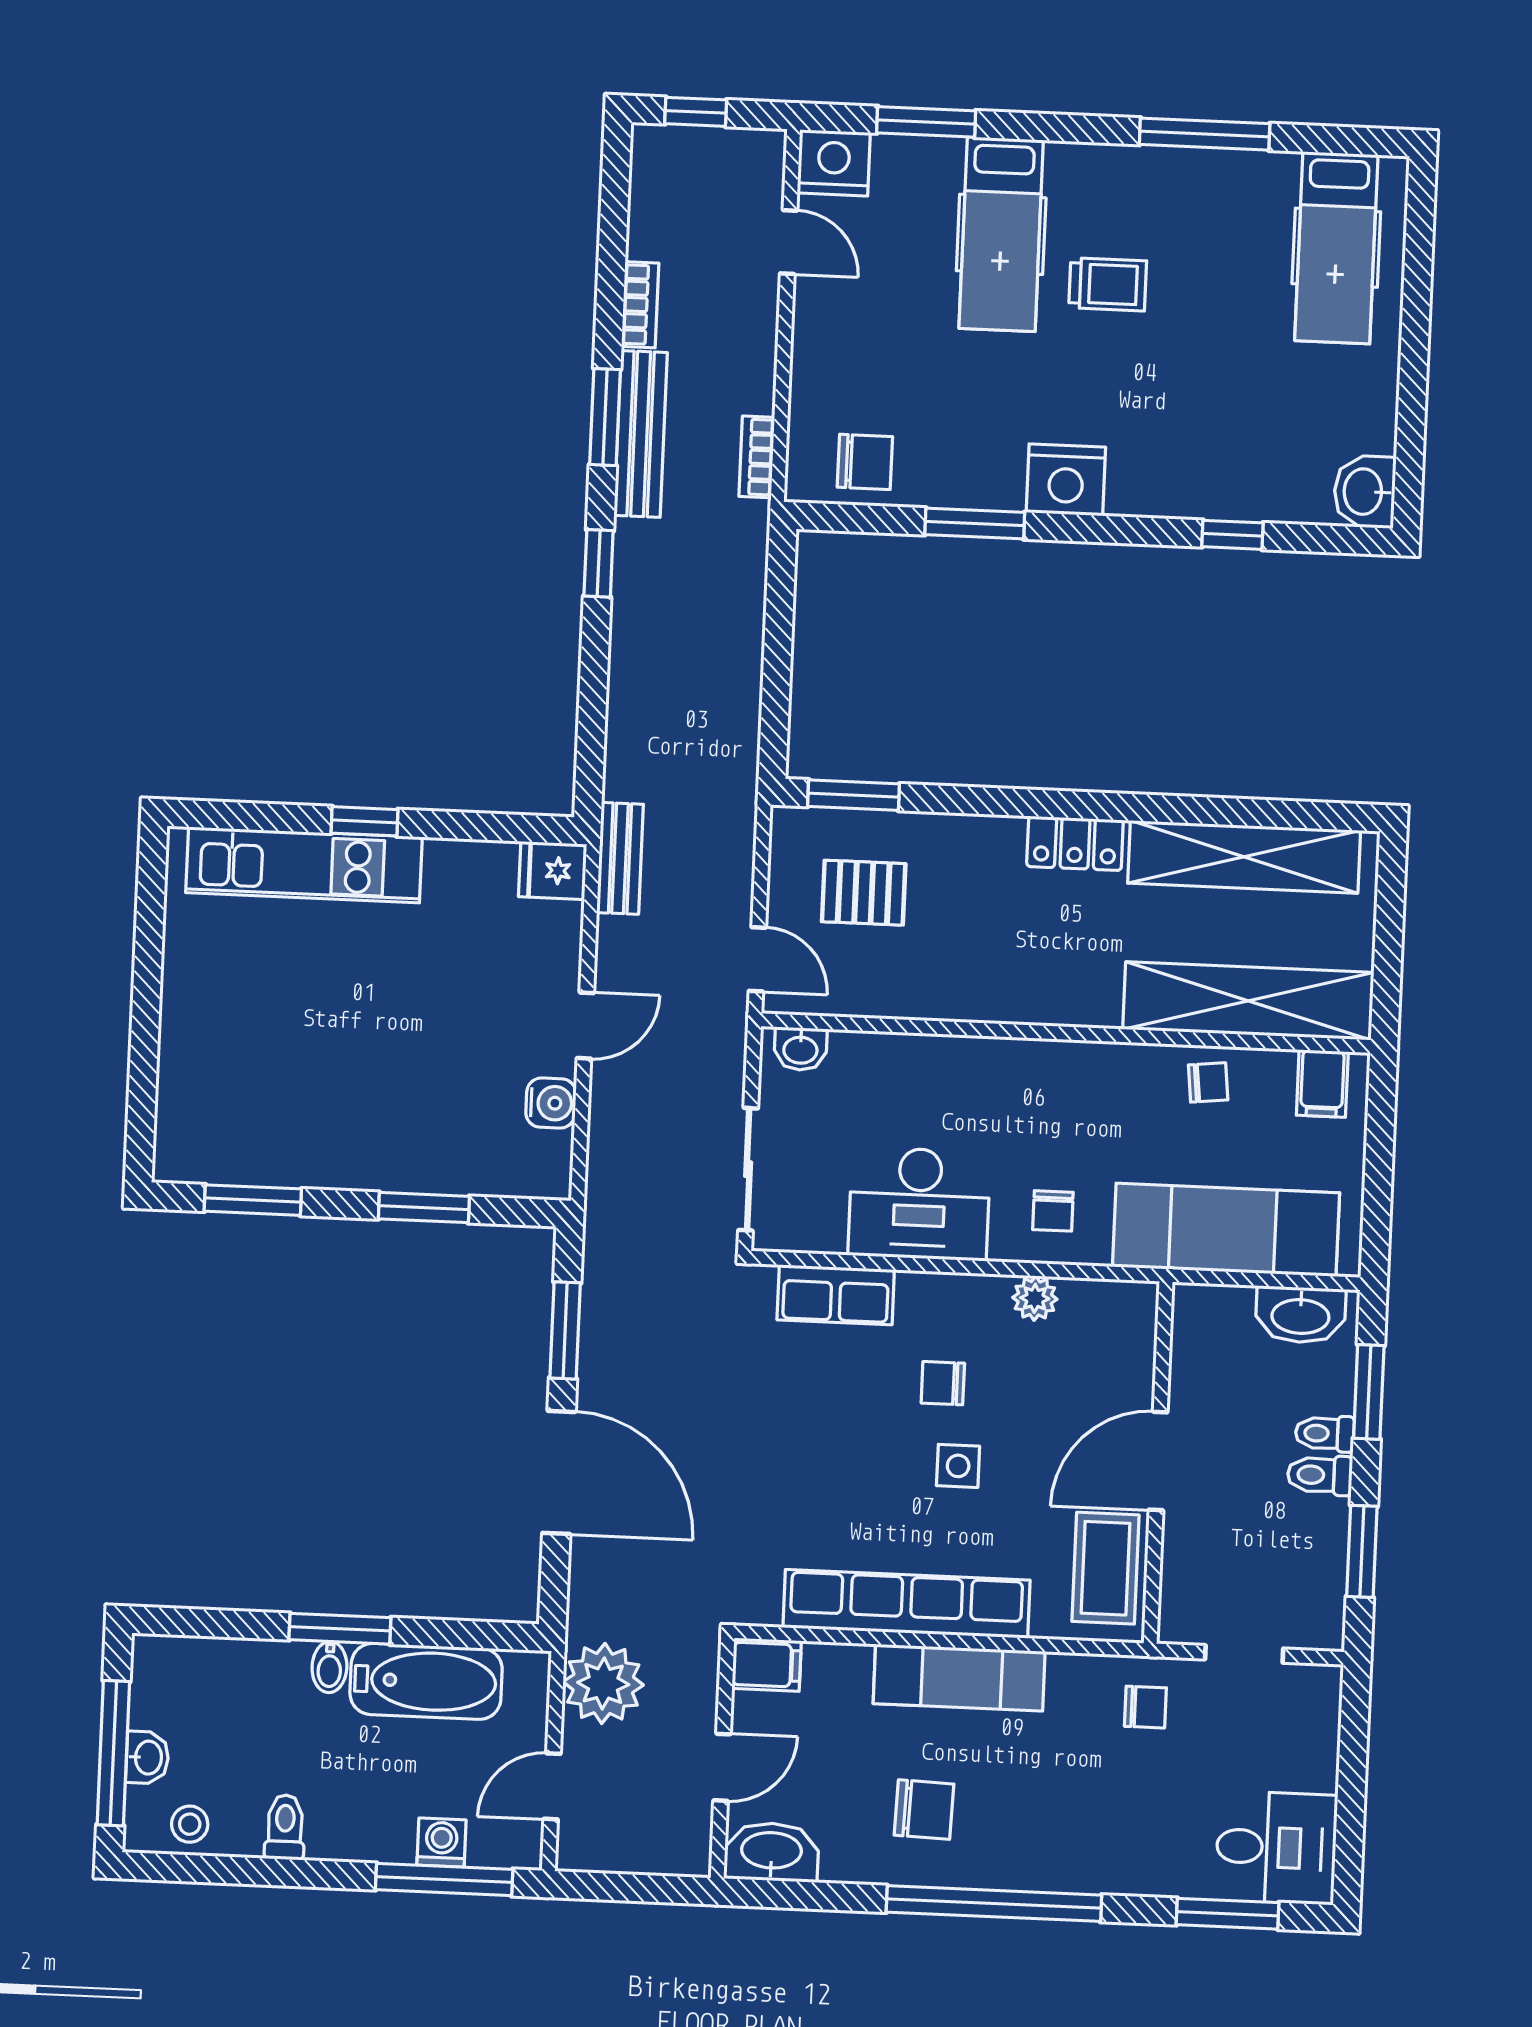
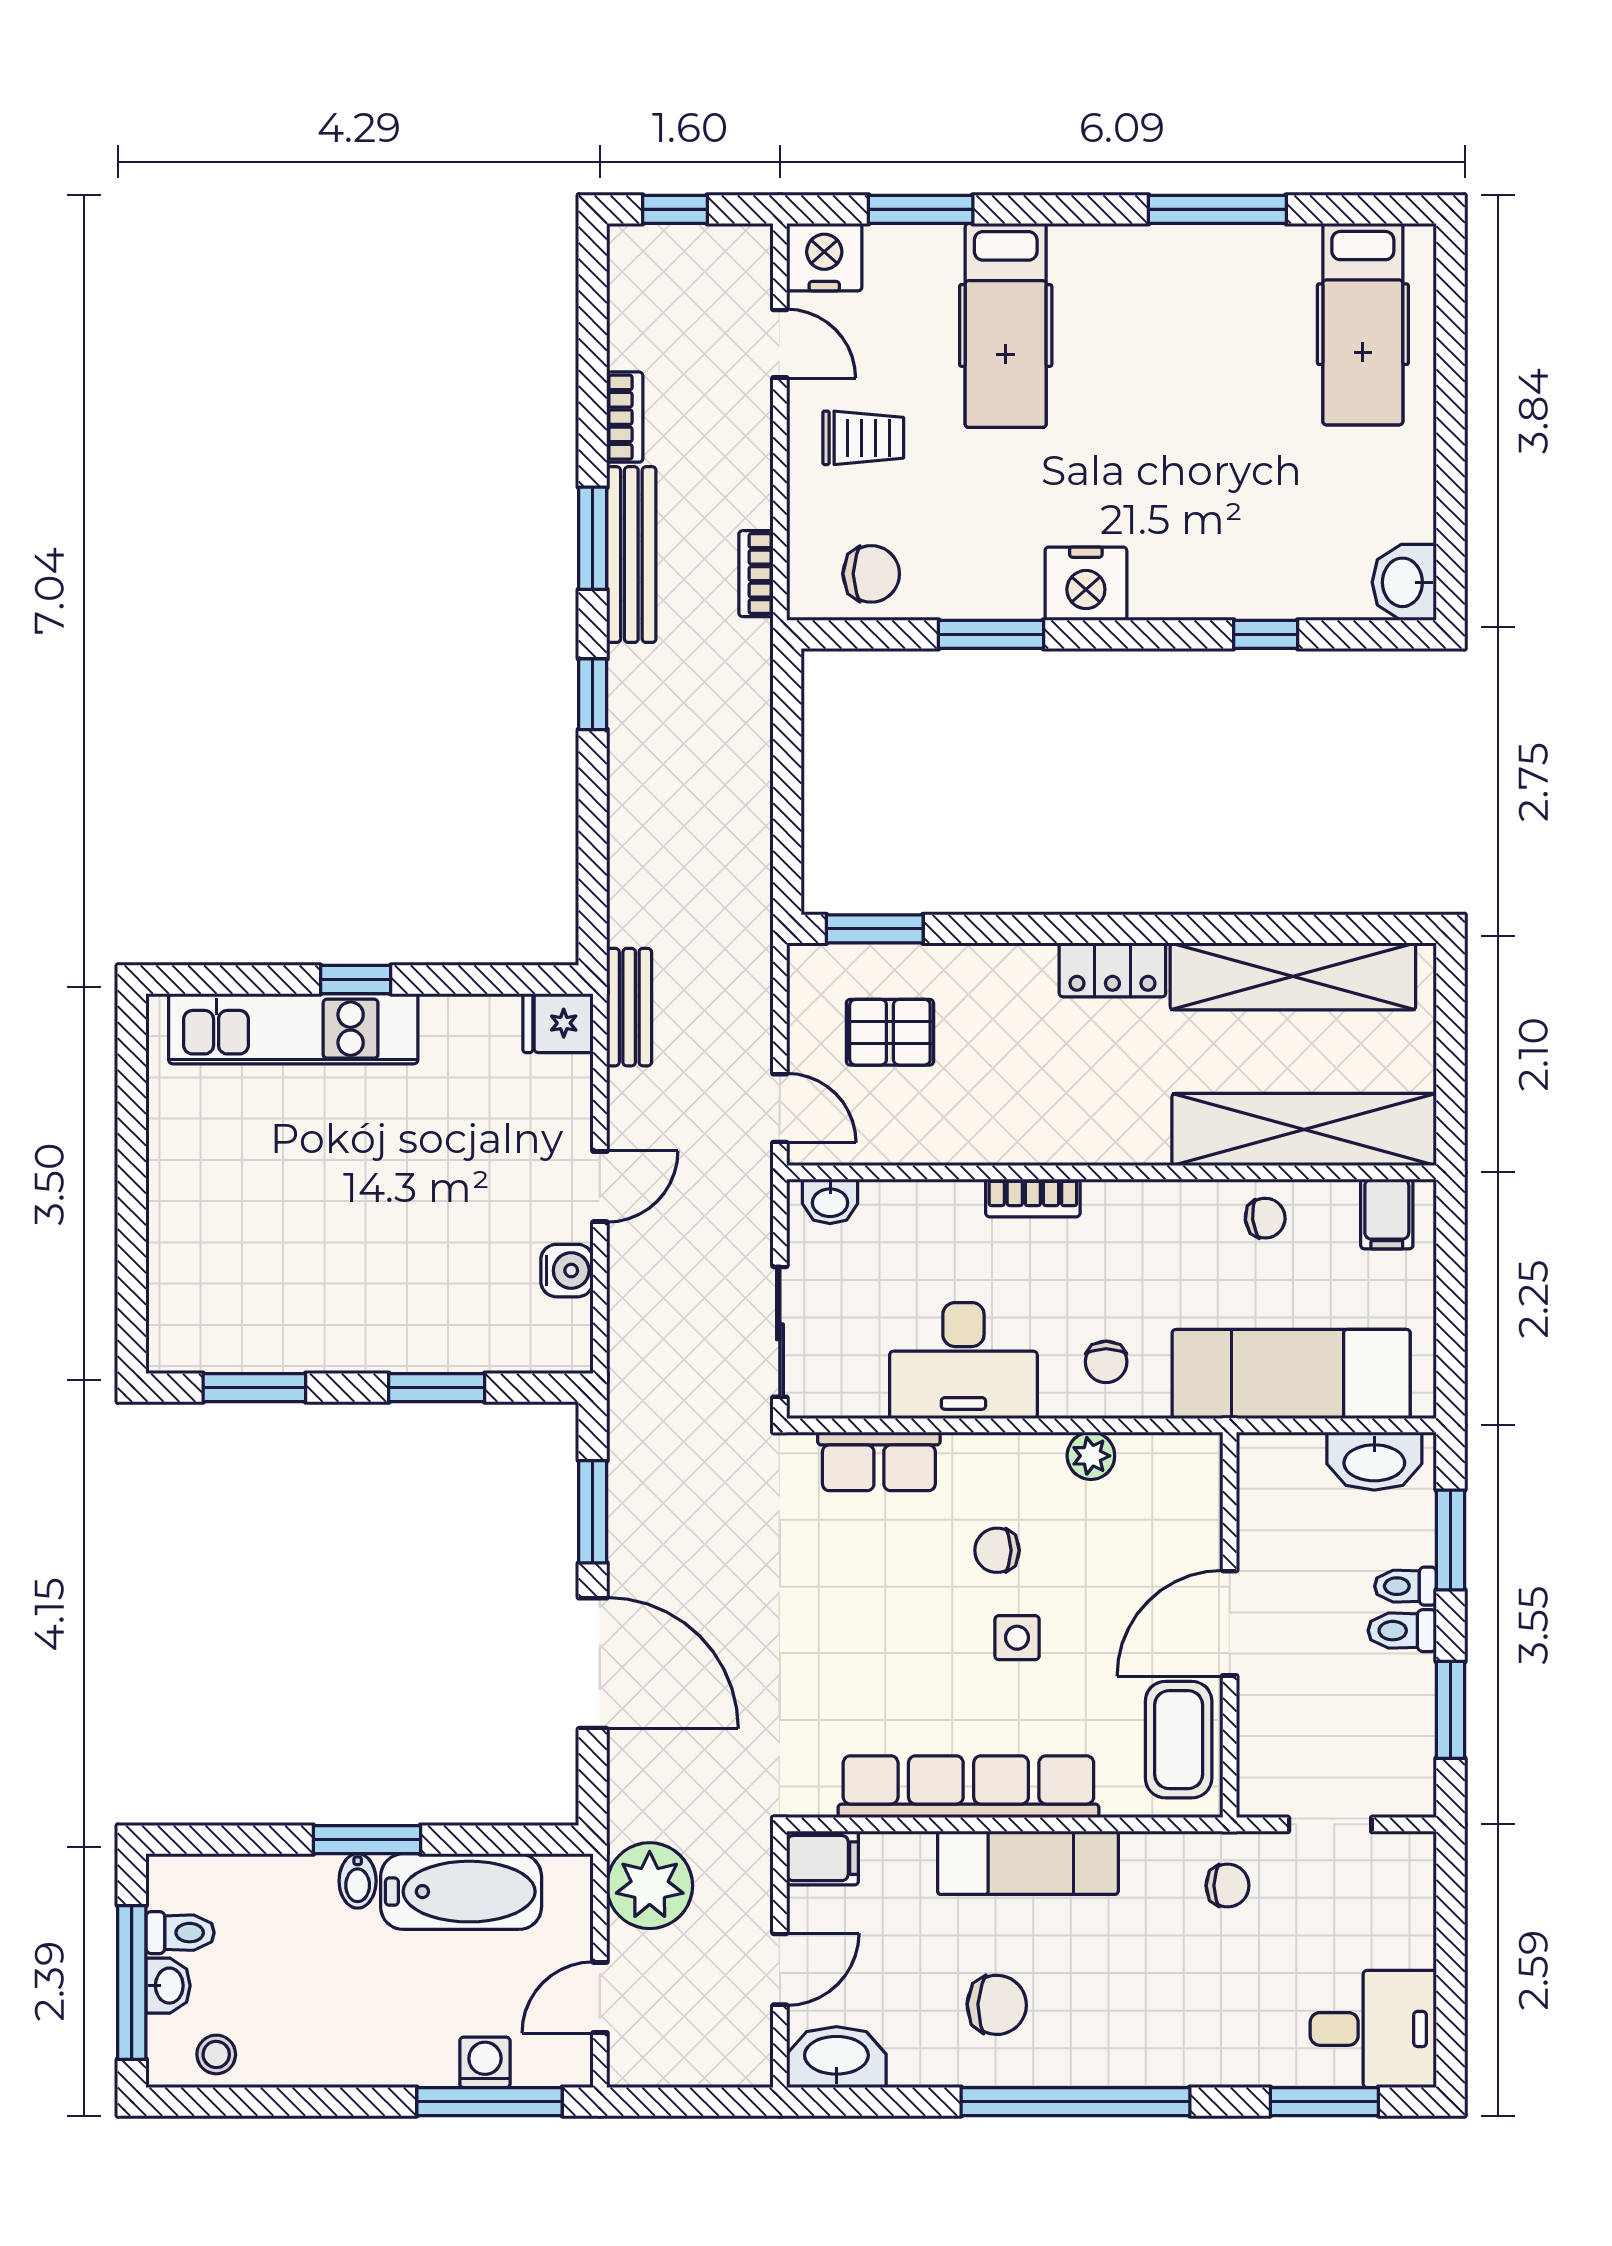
trolley: (1108, 284) -> (863, 438), moved
bookcase: (991, 1054) -> (1033, 1198), added
toilet: (285, 1827) -> (180, 1933), moved, turned 90

